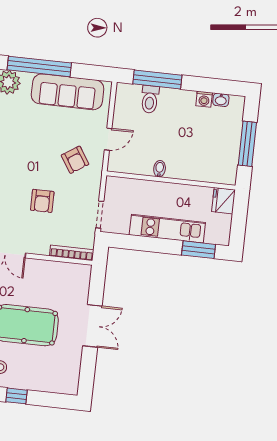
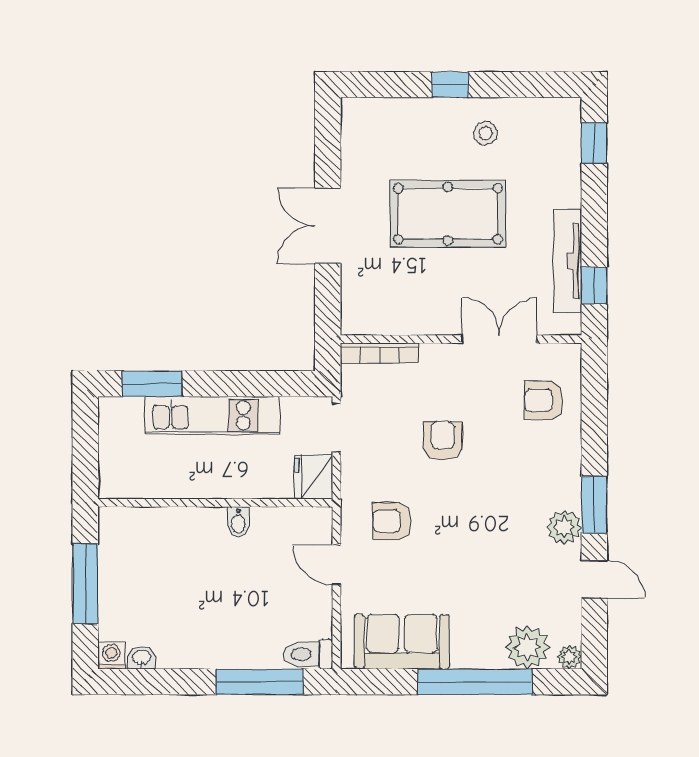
sofa: (68, 92) -> (402, 642), width x0.73
toilet: (150, 99) -> (308, 654), moved, turned -90
washing machine: (204, 99) -> (111, 656), moved
door: (108, 139) -> (337, 565), hinge flipped
armchair: (75, 160) -> (392, 521), turned -57
fridge: (223, 201) -> (314, 477), moved, turned 180

